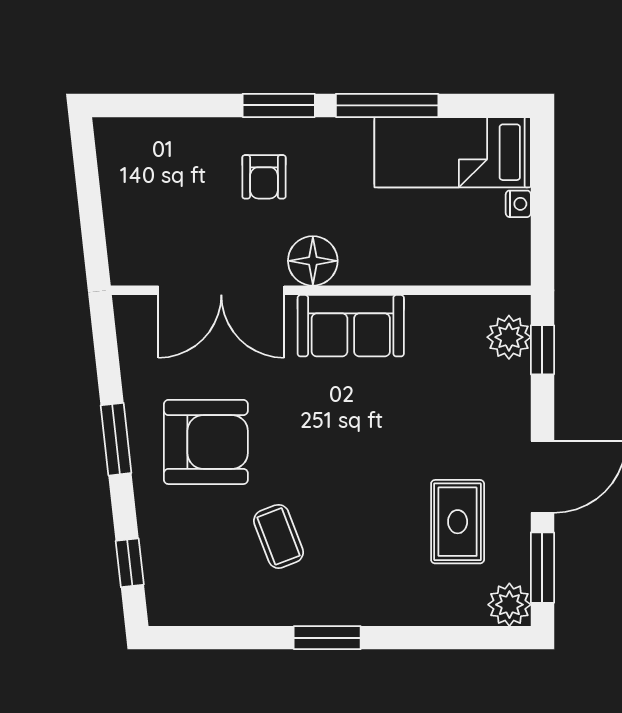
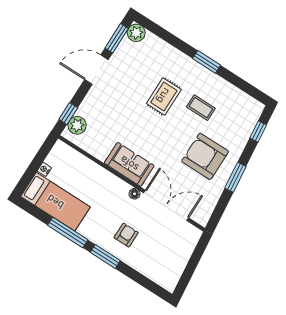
floor lamp: (313, 261) -> (135, 194), width x0.53, depth x0.53
rug: (458, 522) -> (164, 96), moved
coffee table: (279, 536) -> (201, 108), turned -69

